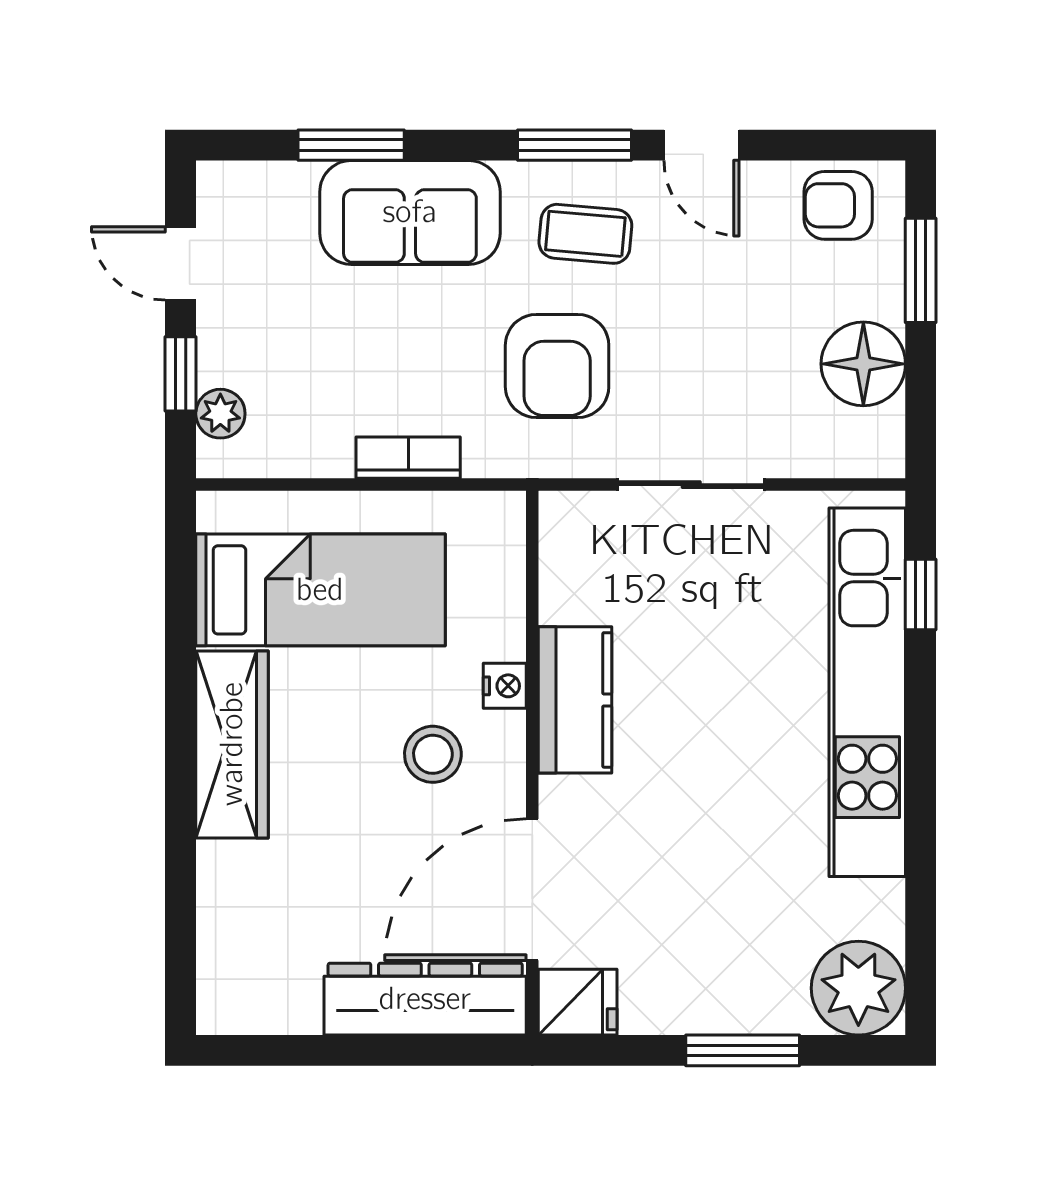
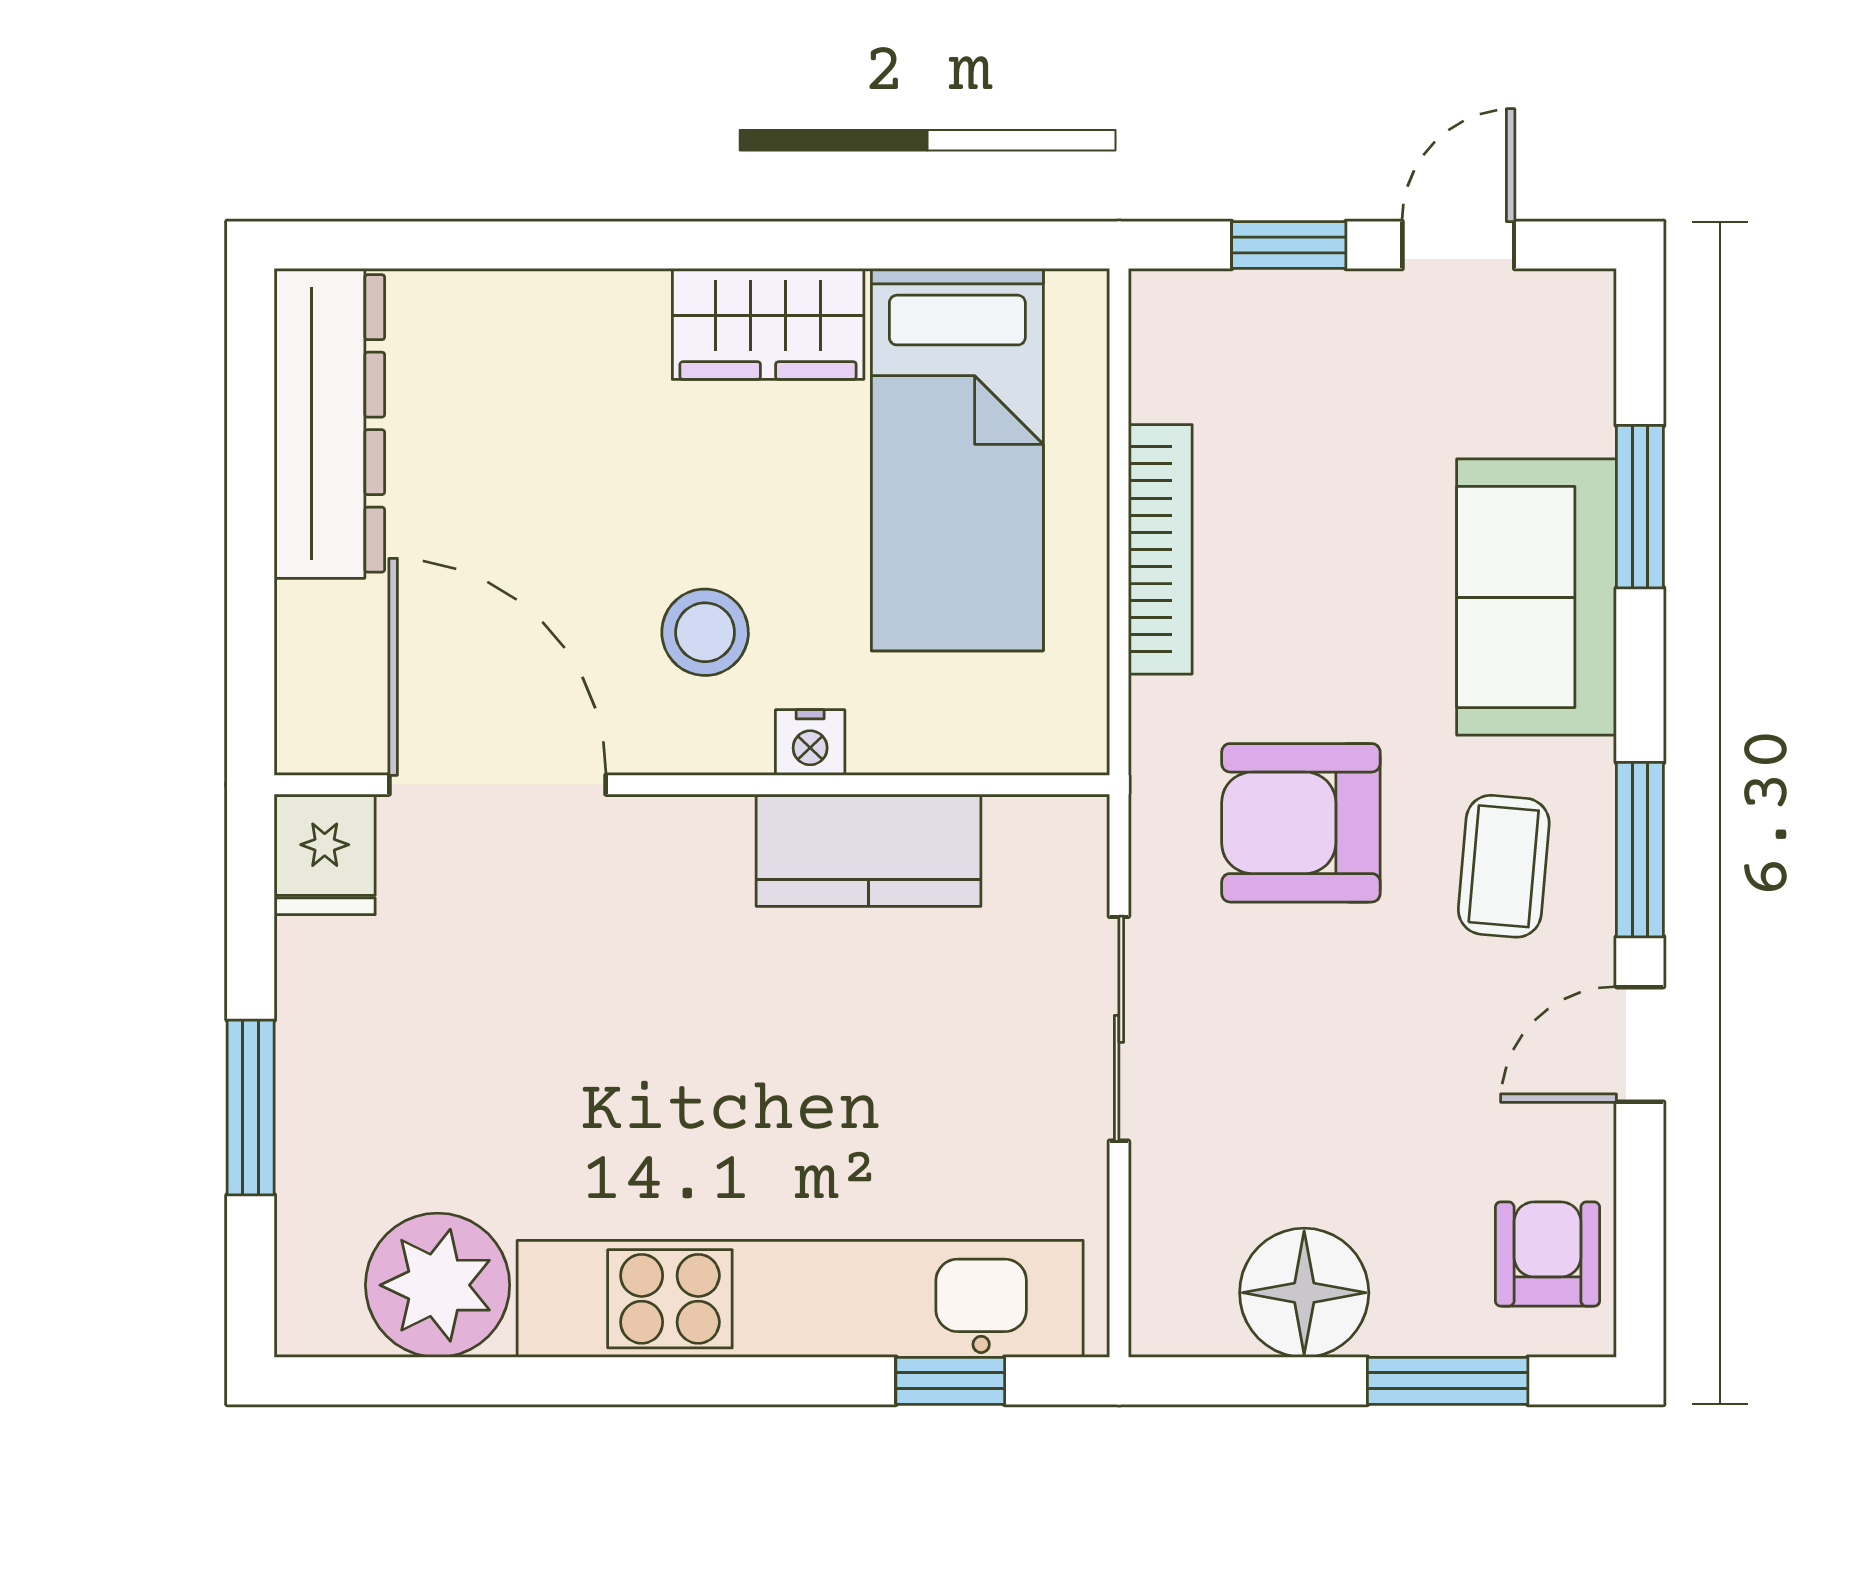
plant: (220, 414) -> (1228, 306), removed
bookcase: (408, 458) -> (1160, 549), width x1.56
kitchen counter: (575, 700) -> (869, 850), moved
wardrobe: (232, 744) -> (768, 324), width x0.67
plant: (858, 988) -> (438, 1285), moved
dresser: (425, 999) -> (329, 423), moved

